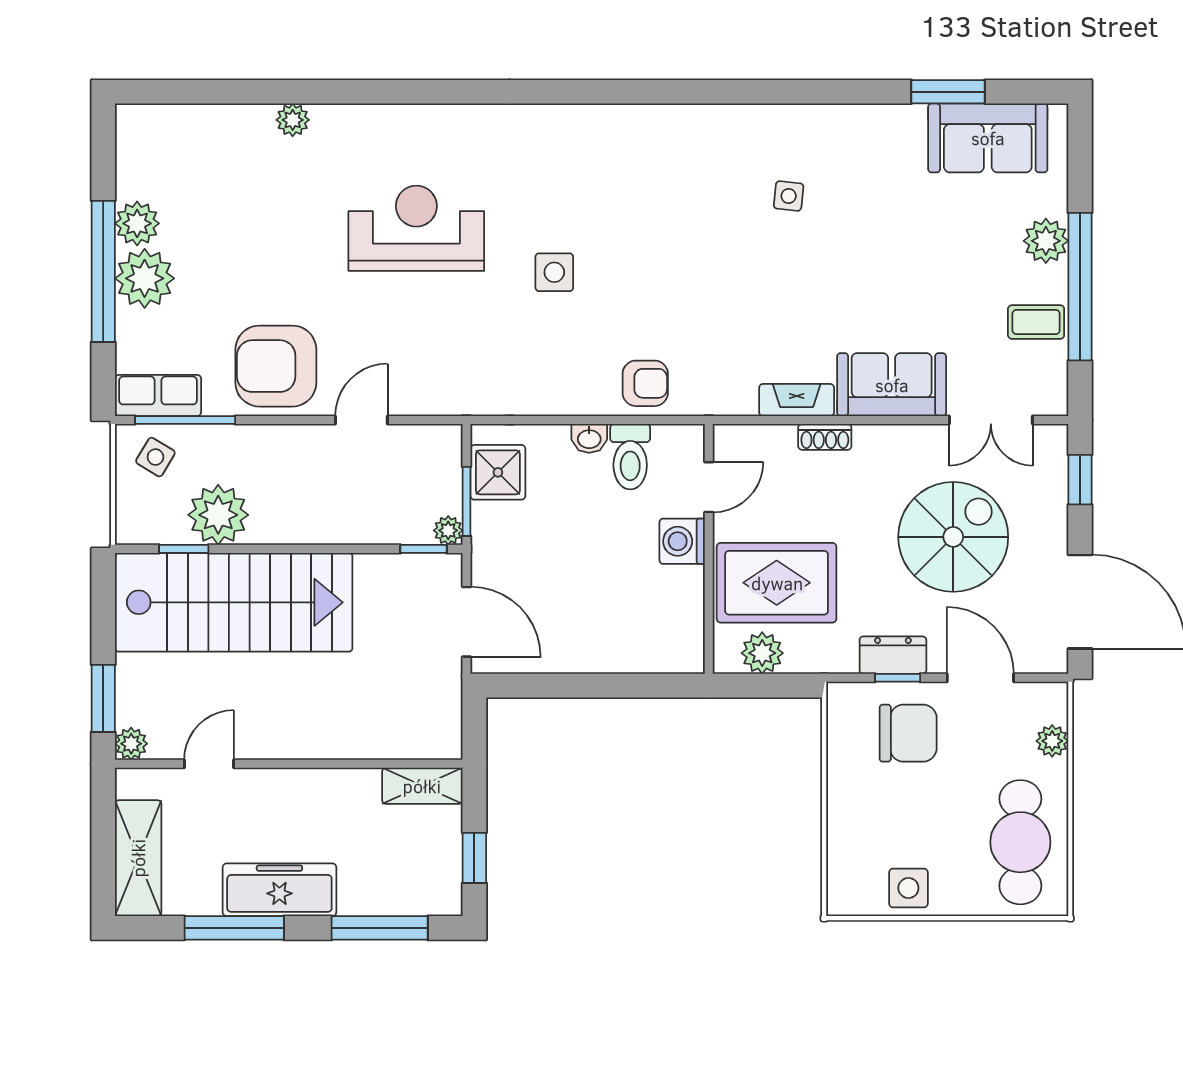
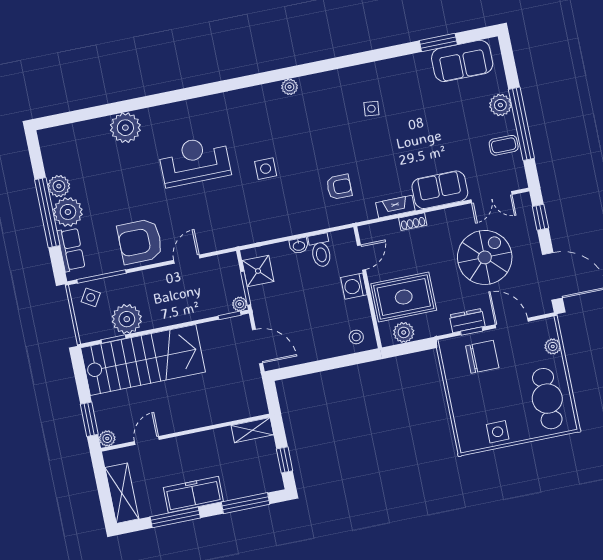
plant: (293, 120) -> (125, 128), width x1.87, depth x1.87
plant: (635, 120) -> (290, 87), added
armchair: (645, 383) -> (339, 187), moved
row of seats: (158, 395) -> (71, 250), moved, turned 90
stool: (666, 643) -> (356, 337), added

